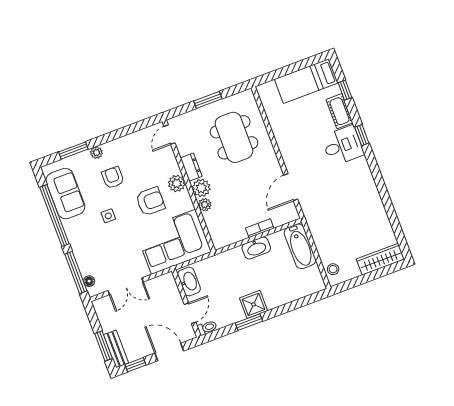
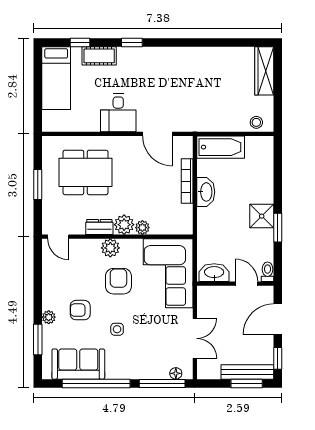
desk: (343, 146) -> (118, 113), moved, turned 180
bookcase: (260, 228) -> (187, 181), width x1.56
bench: (116, 349) -> (247, 372), width x1.36

